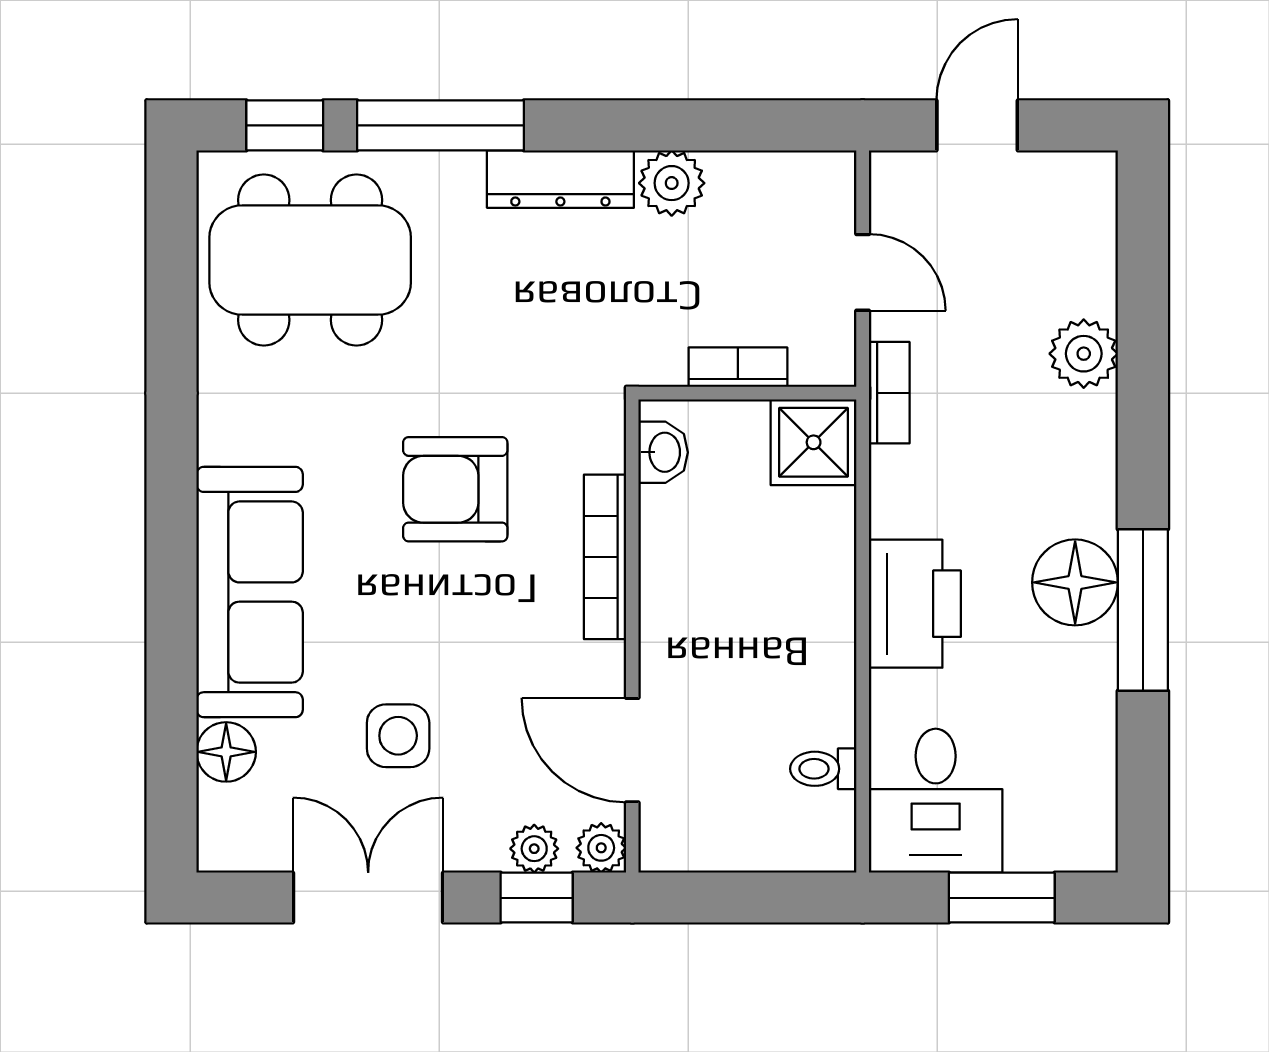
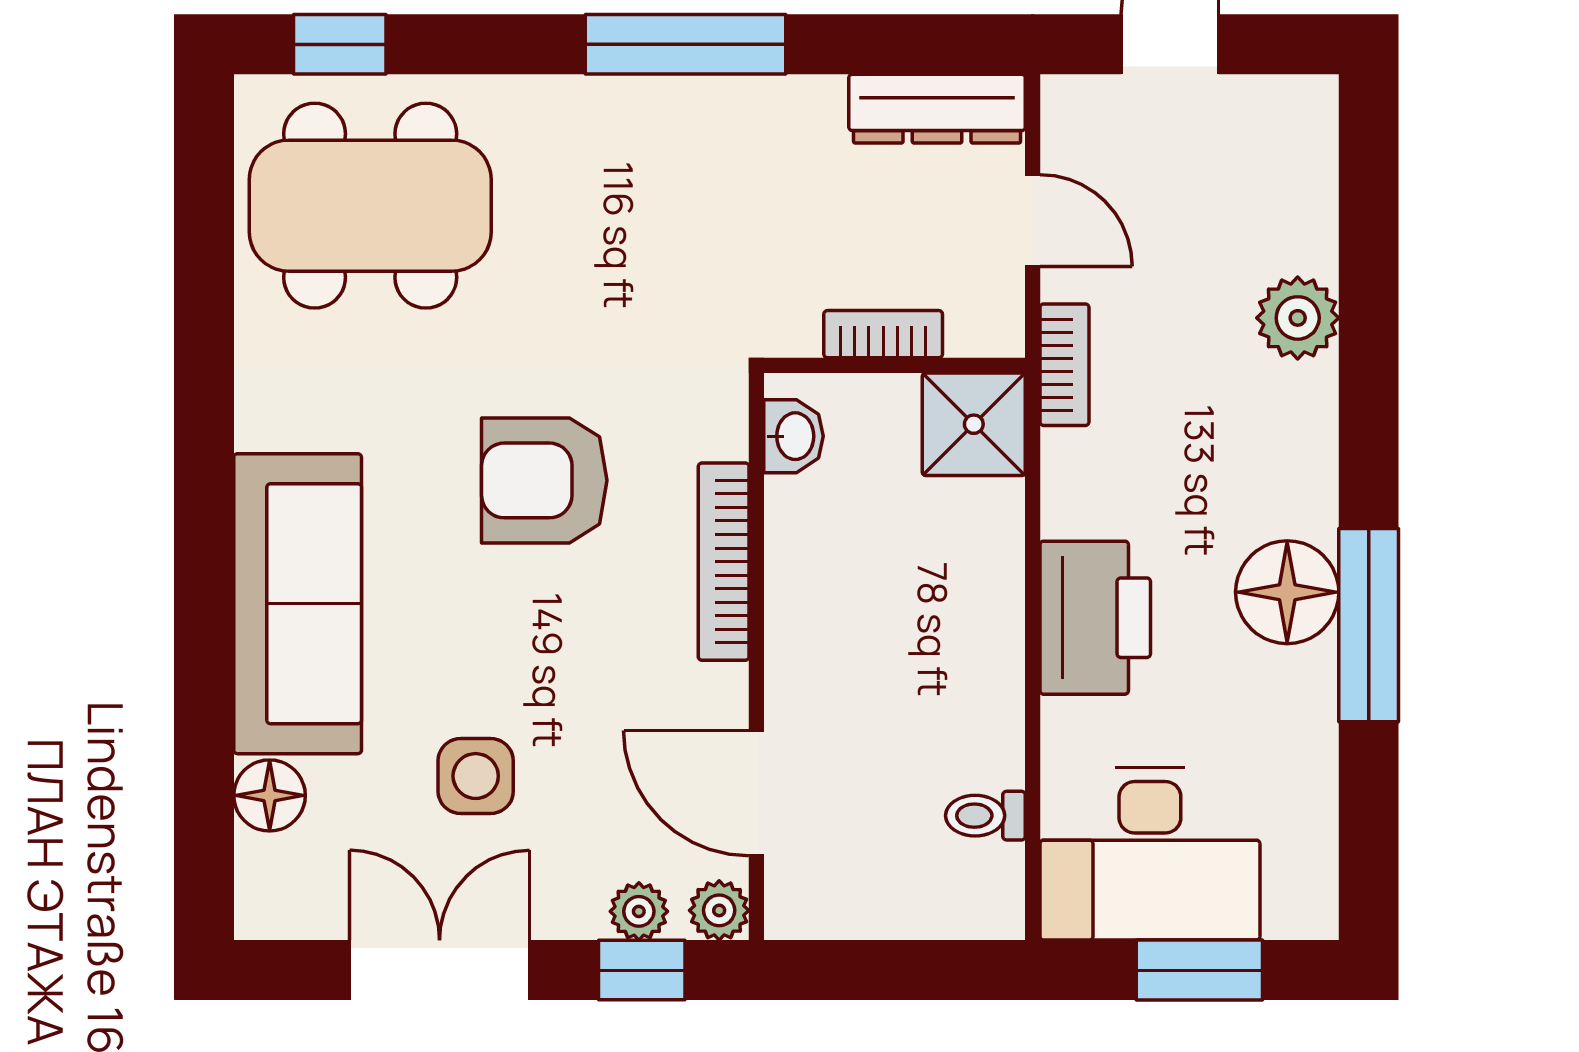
window: (440, 125) -> (685, 44), moved
dresser: (560, 179) -> (937, 109), moved
plant: (672, 183) -> (804, 113), removed
desk: (936, 801) -> (1150, 854), width x1.37

